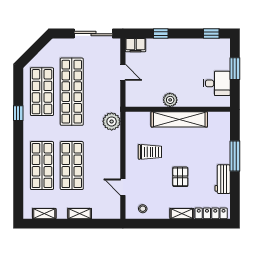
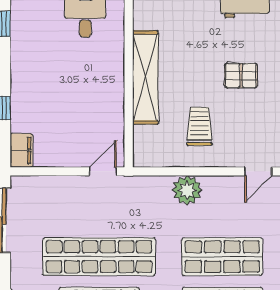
door: (123, 72) -> (103, 171), moved
plant: (170, 100) -> (113, 92), removed
plant: (112, 121) -> (187, 190), moved

